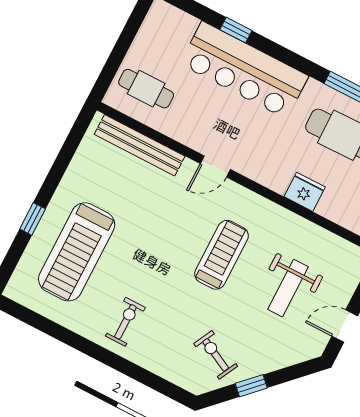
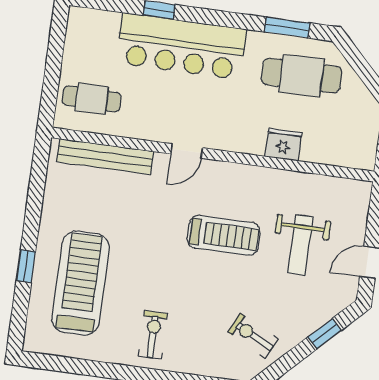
treadmill: (77, 252) -> (81, 283), turned 180
treadmill: (221, 255) -> (224, 235), turned 90
window: (251, 386) -> (325, 334), moved

